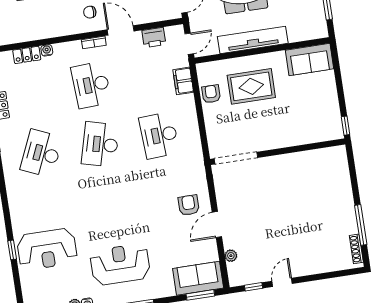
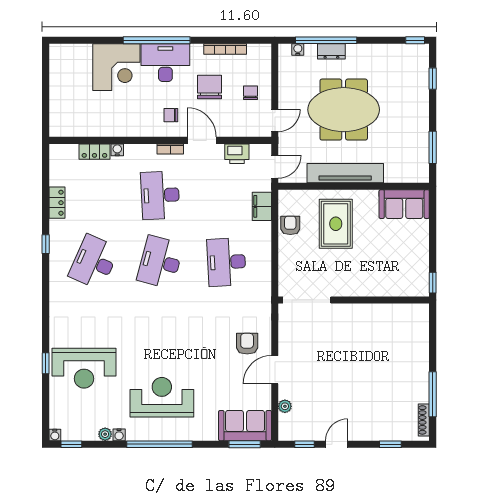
rug: (251, 86) -> (336, 224), turned 90
window: (330, 275) -> (390, 444), added

